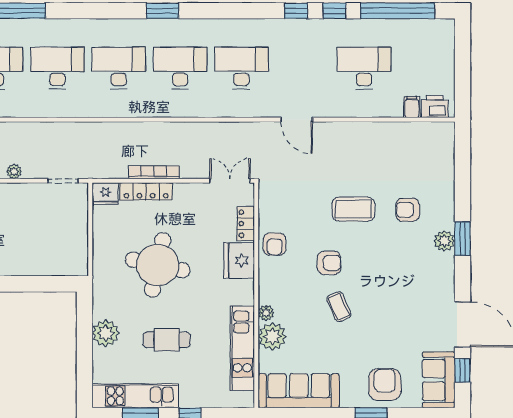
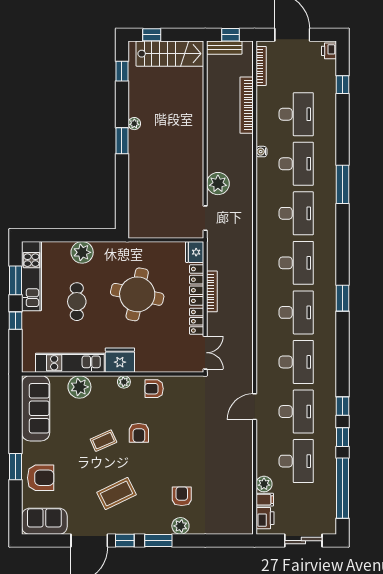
sliding door: (463, 59) -> (303, 541), added
desk: (303, 68) -> (296, 412), added
plant: (393, 108) -> (264, 484), added
plant: (14, 171) -> (218, 184), width x1.88, depth x1.88
coffee table: (353, 209) -> (117, 493), moved, turned 64
locker: (246, 224) -> (197, 321), moved, turned -90
plant: (444, 241) -> (180, 526), moved
fridge: (239, 260) -> (120, 360), moved
plant: (266, 313) -> (124, 382), moved
window: (463, 370) -> (125, 541), moved

